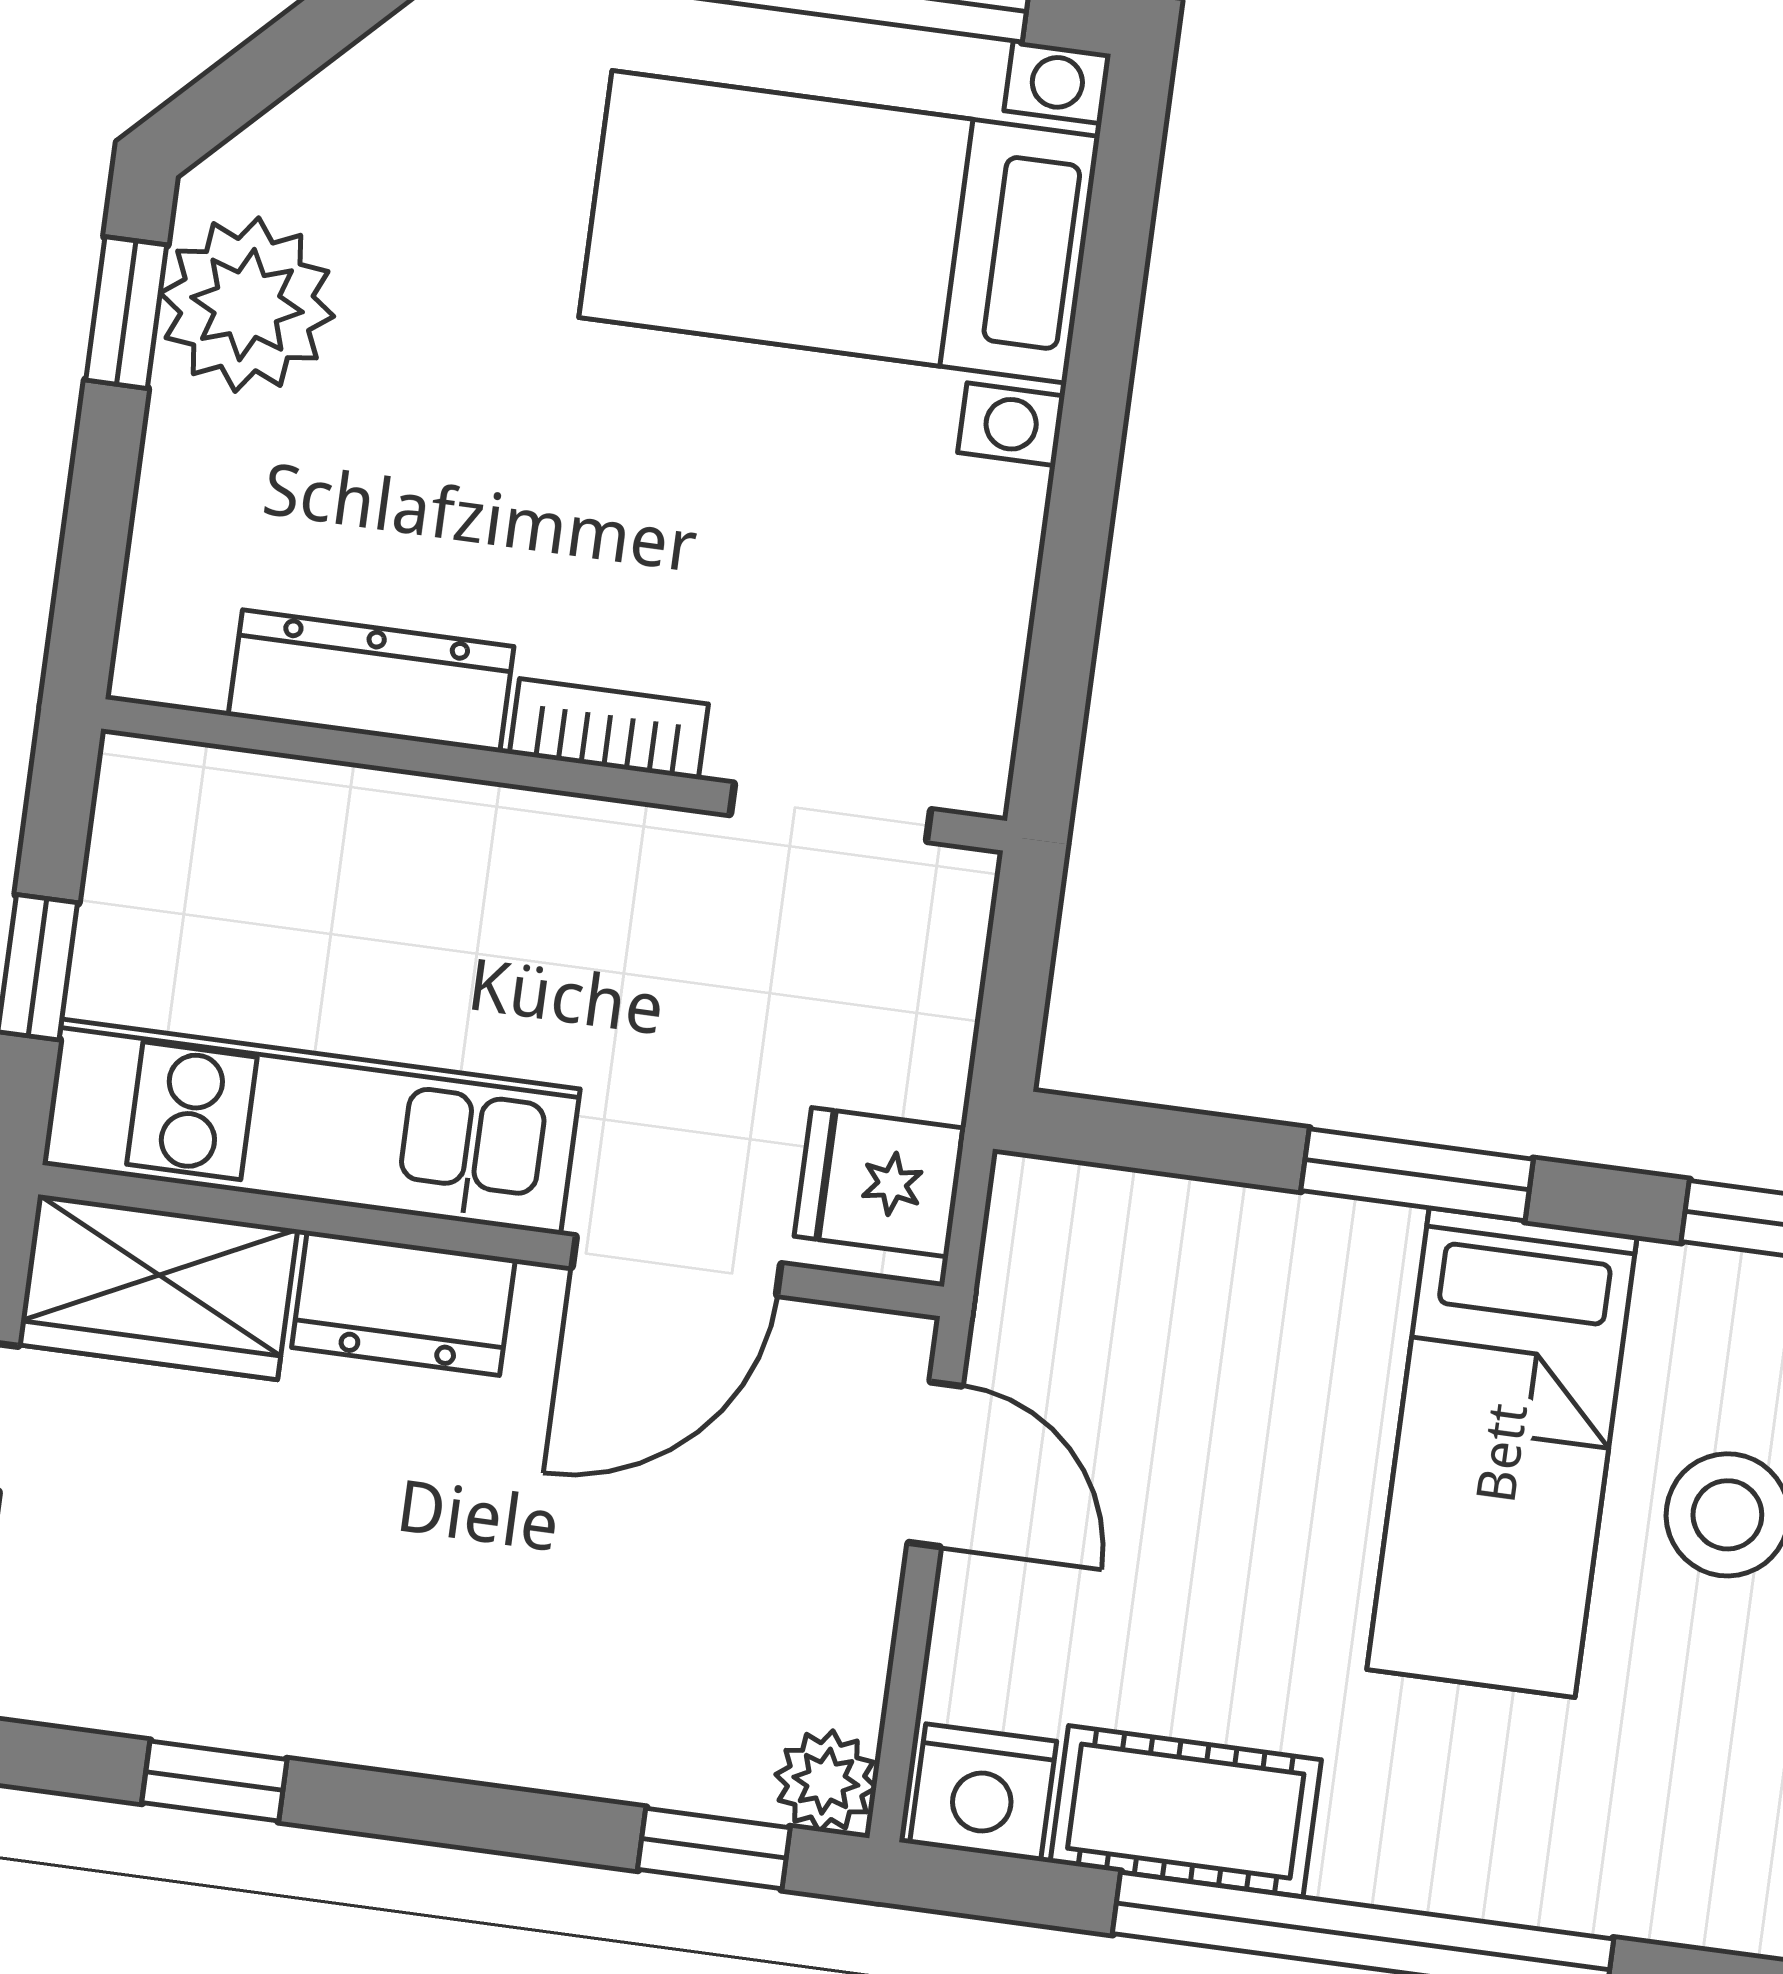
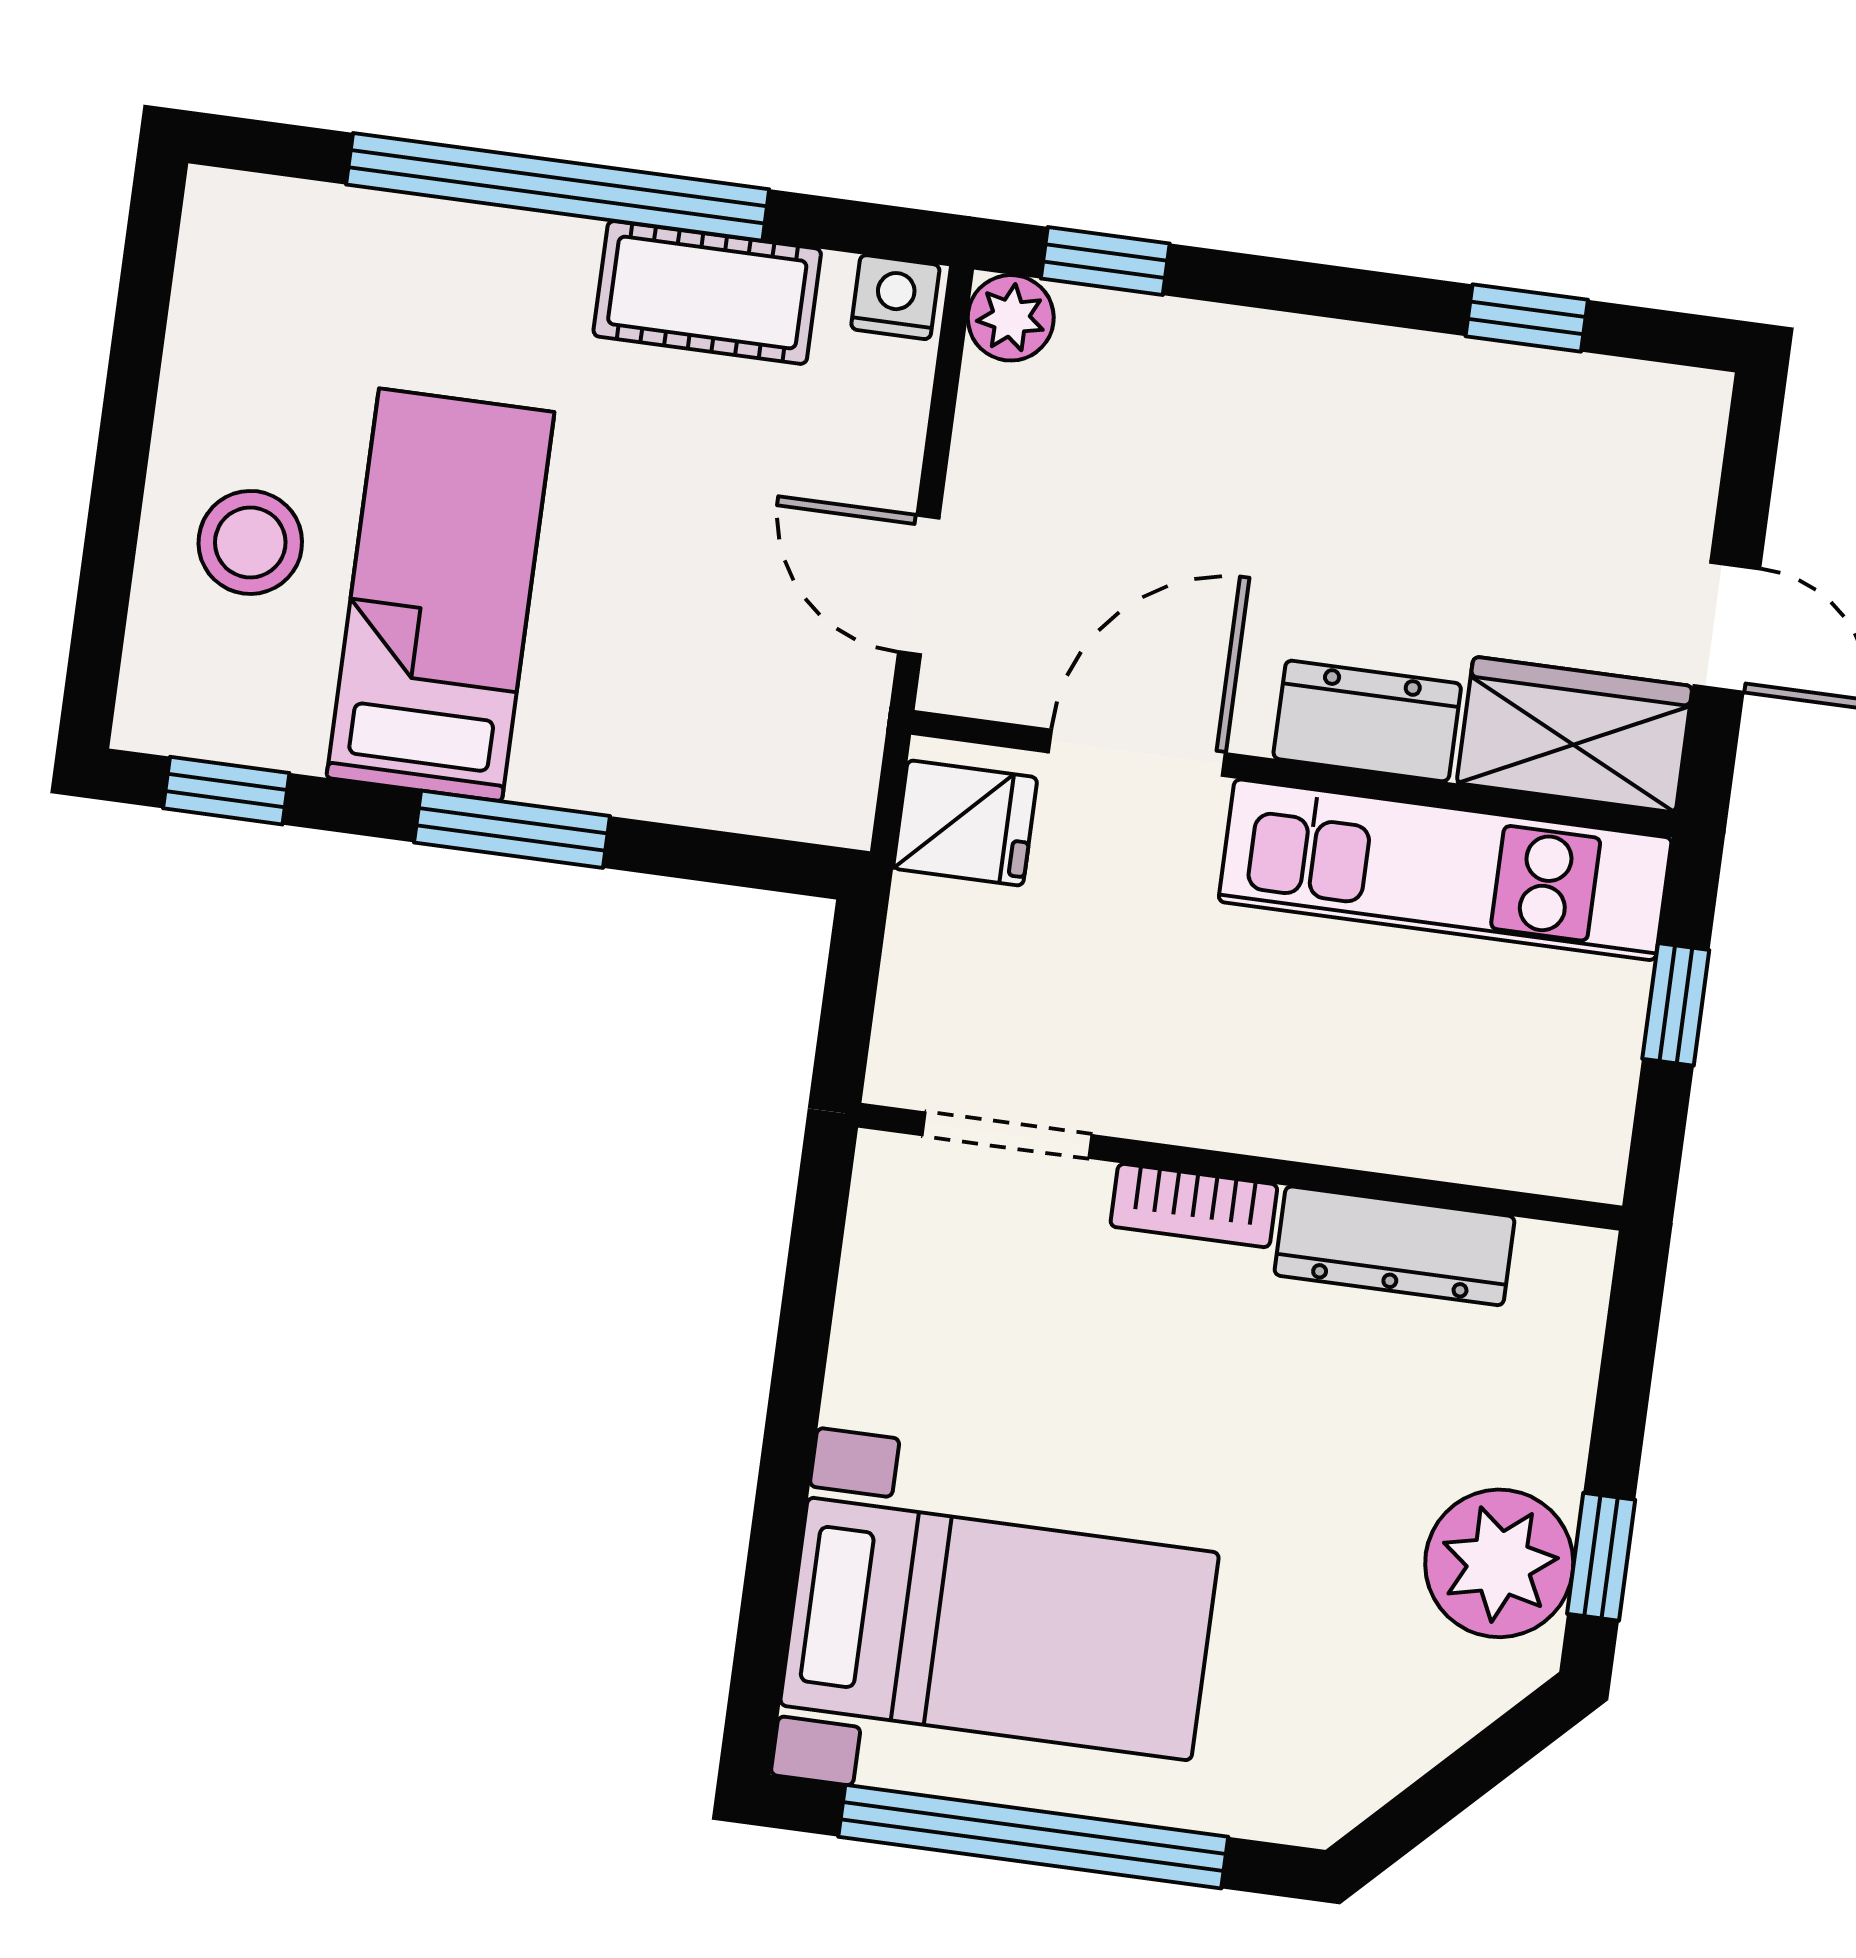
nightstand: (983, 1792) -> (895, 297), width x0.72, depth x0.74

